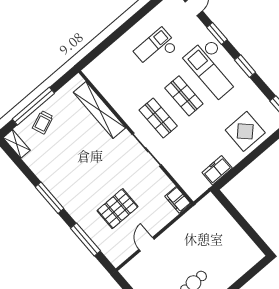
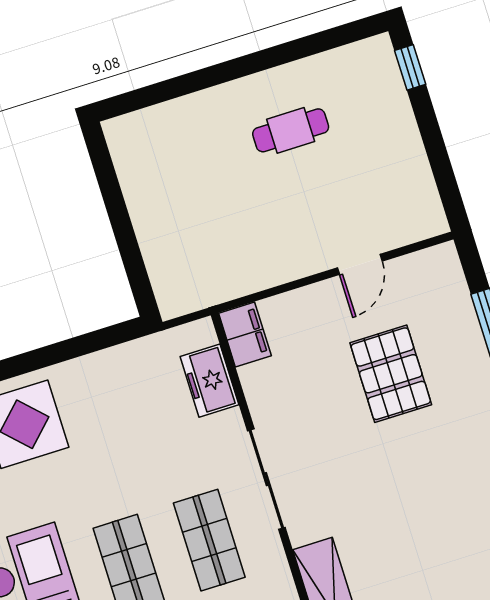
freezer: (217, 170) -> (210, 381), moved, turned 90
pallet: (117, 209) -> (391, 374), turned 90

